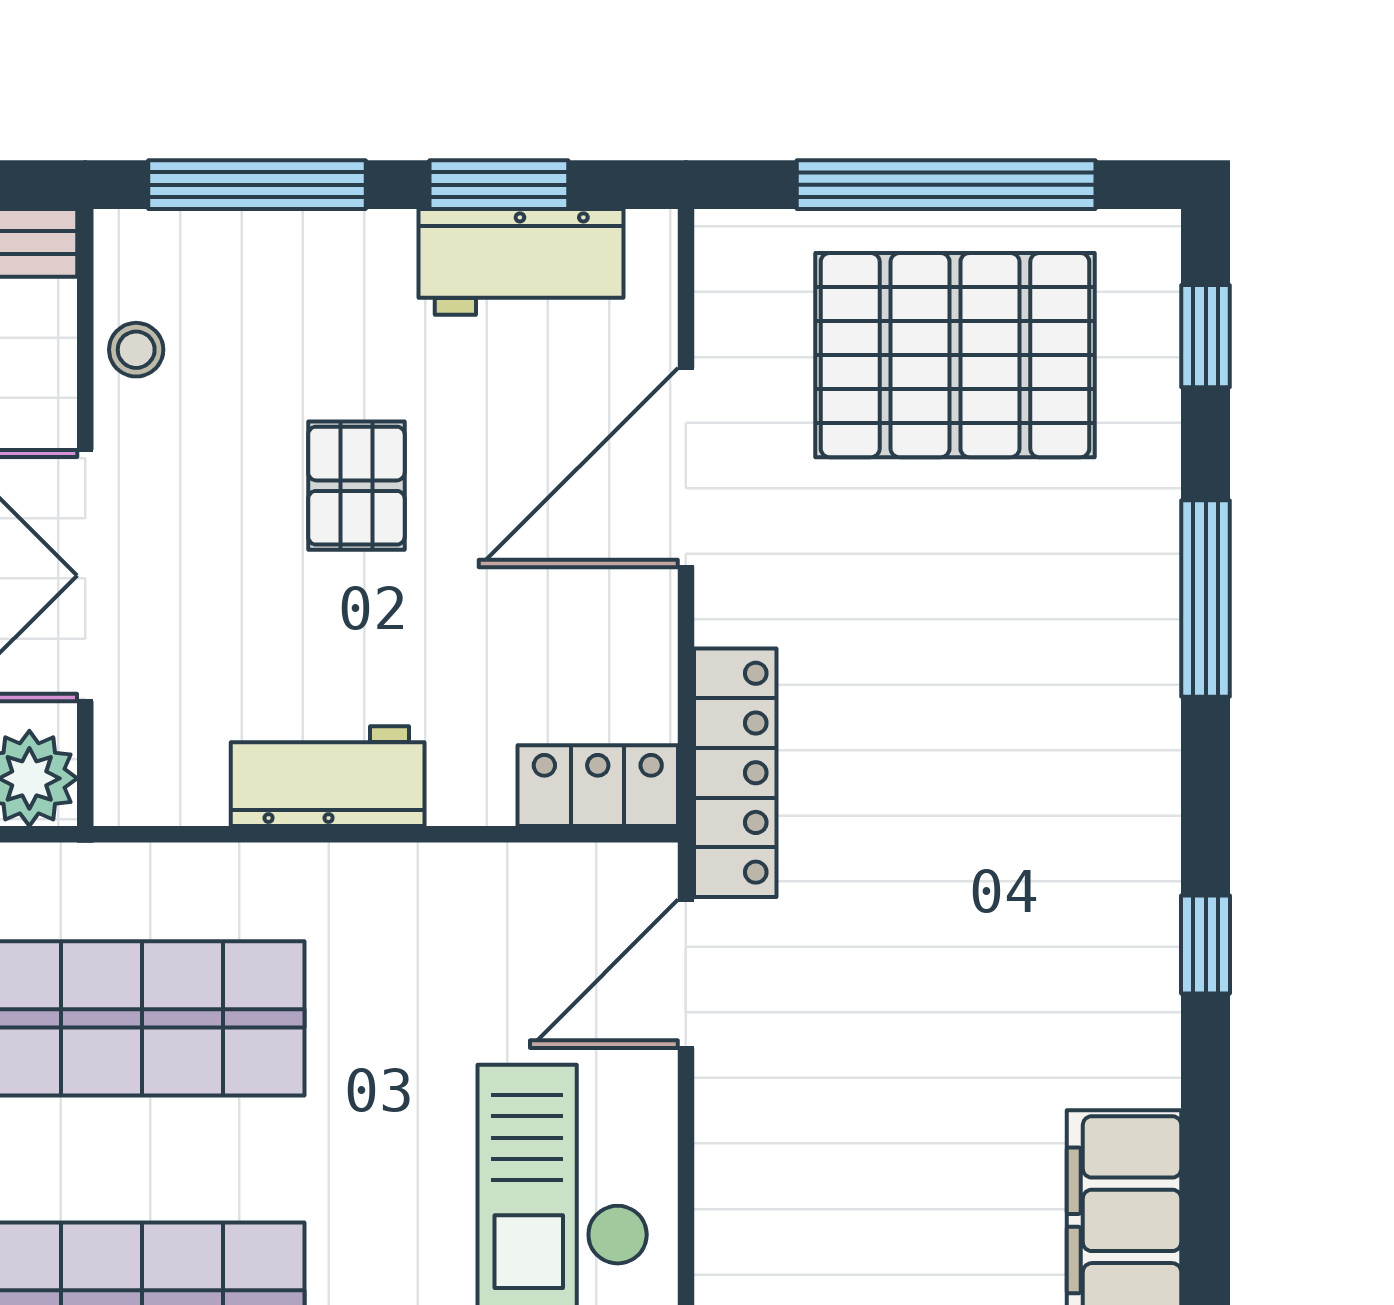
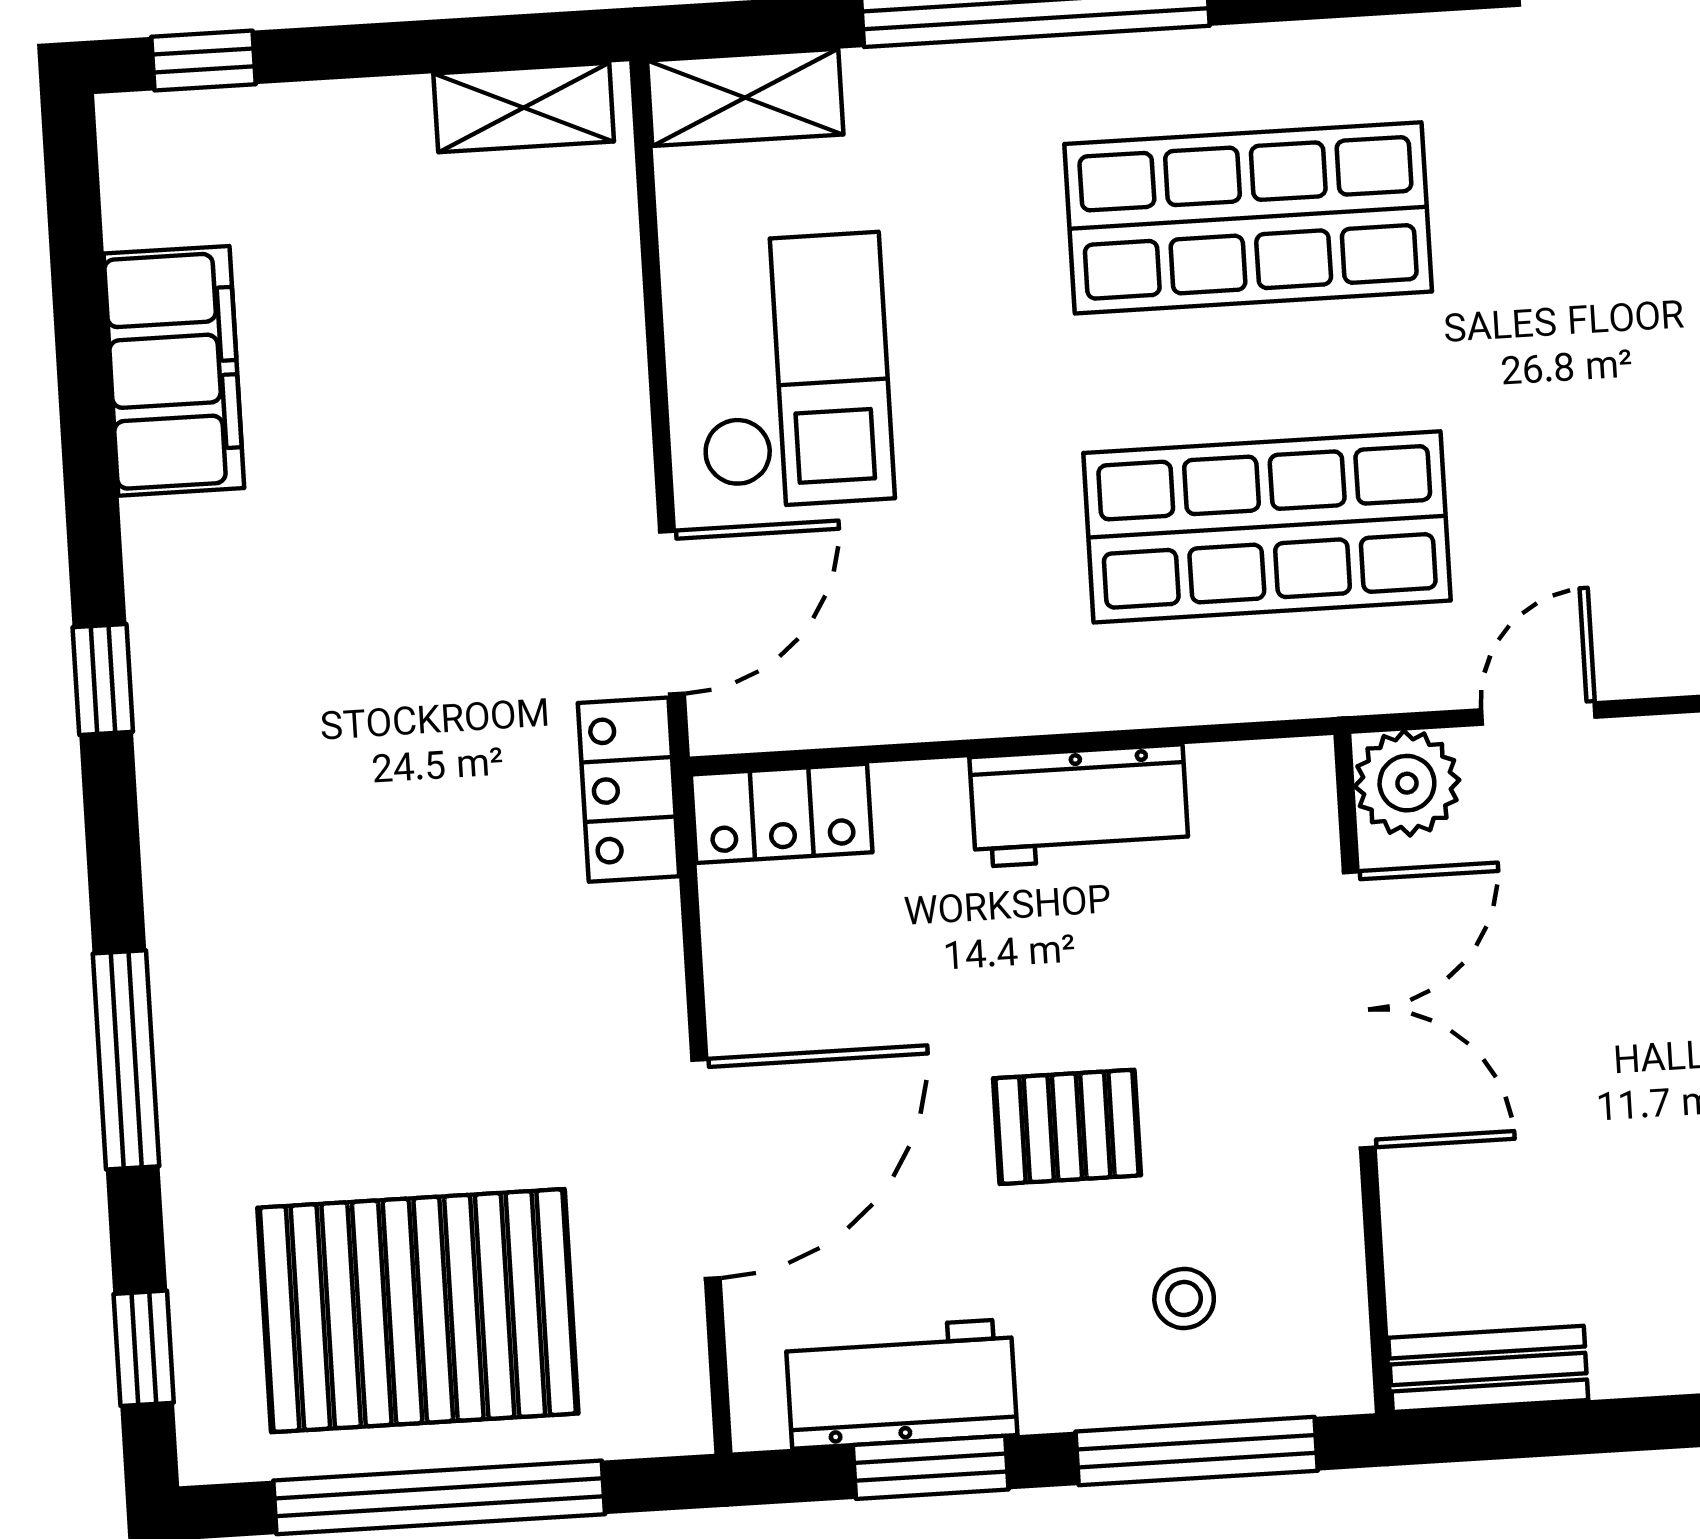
stool: (136, 350) -> (1184, 1299), moved
pallet: (356, 486) -> (1067, 1127), turned 90
locker: (735, 773) -> (629, 790), width x0.66

